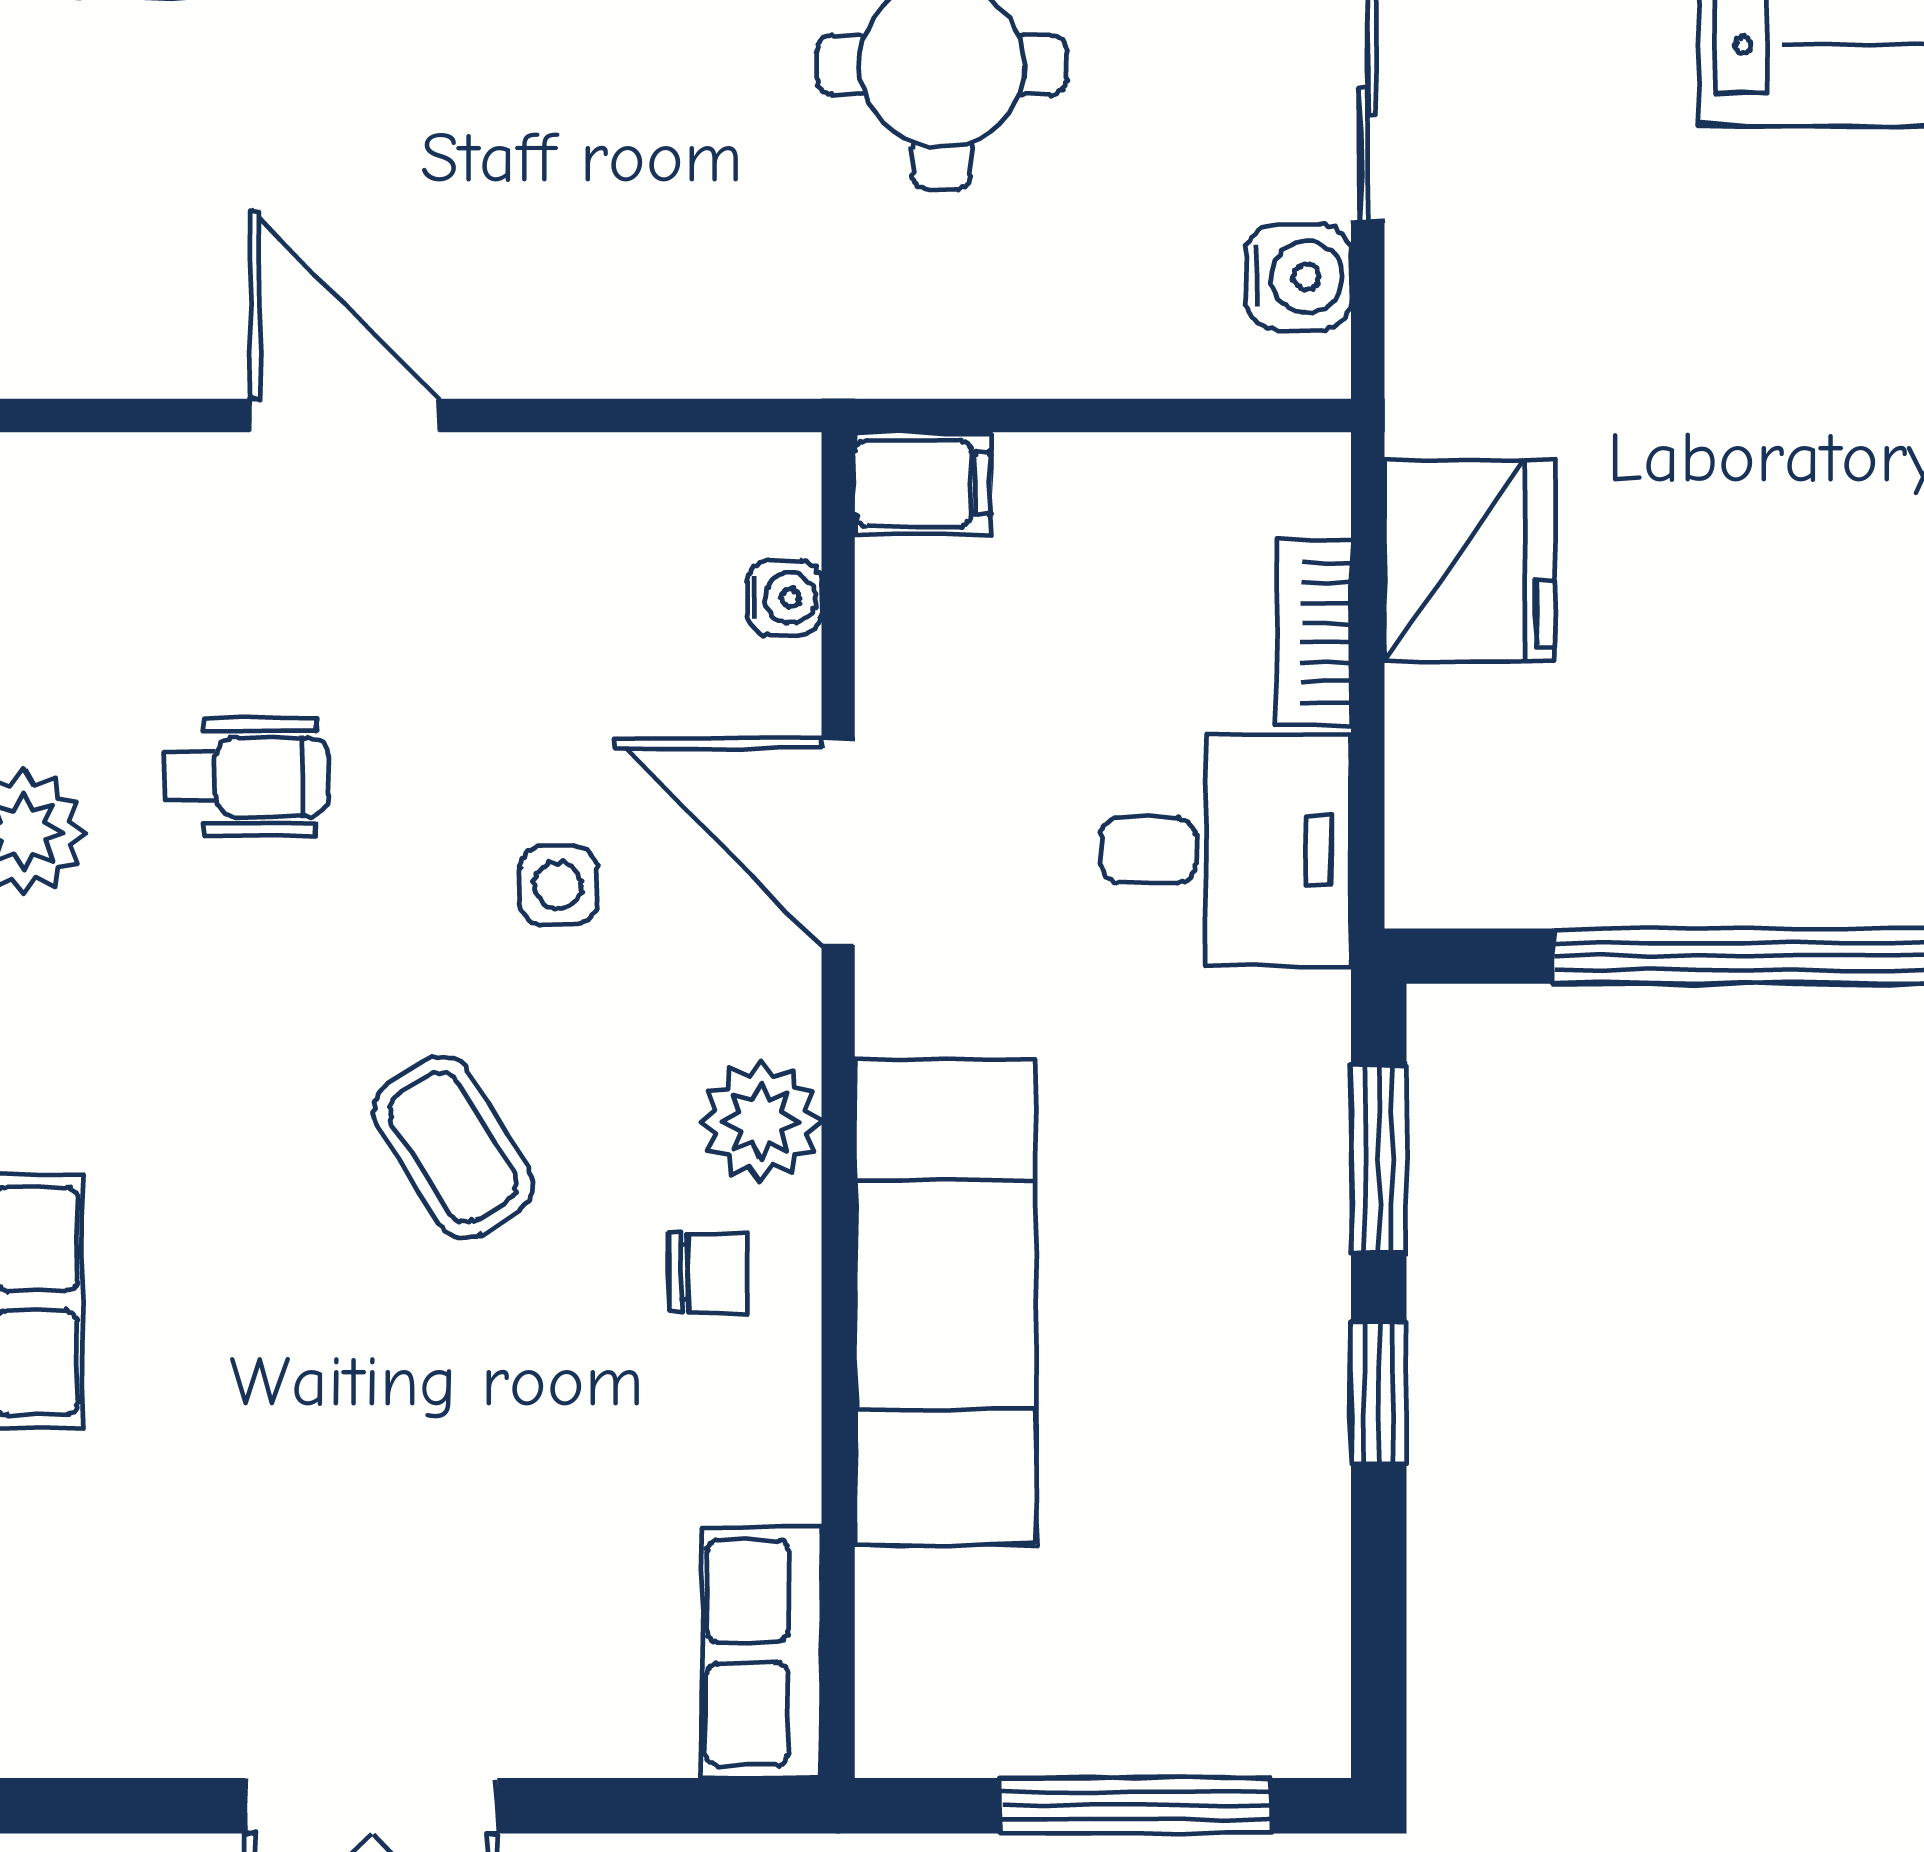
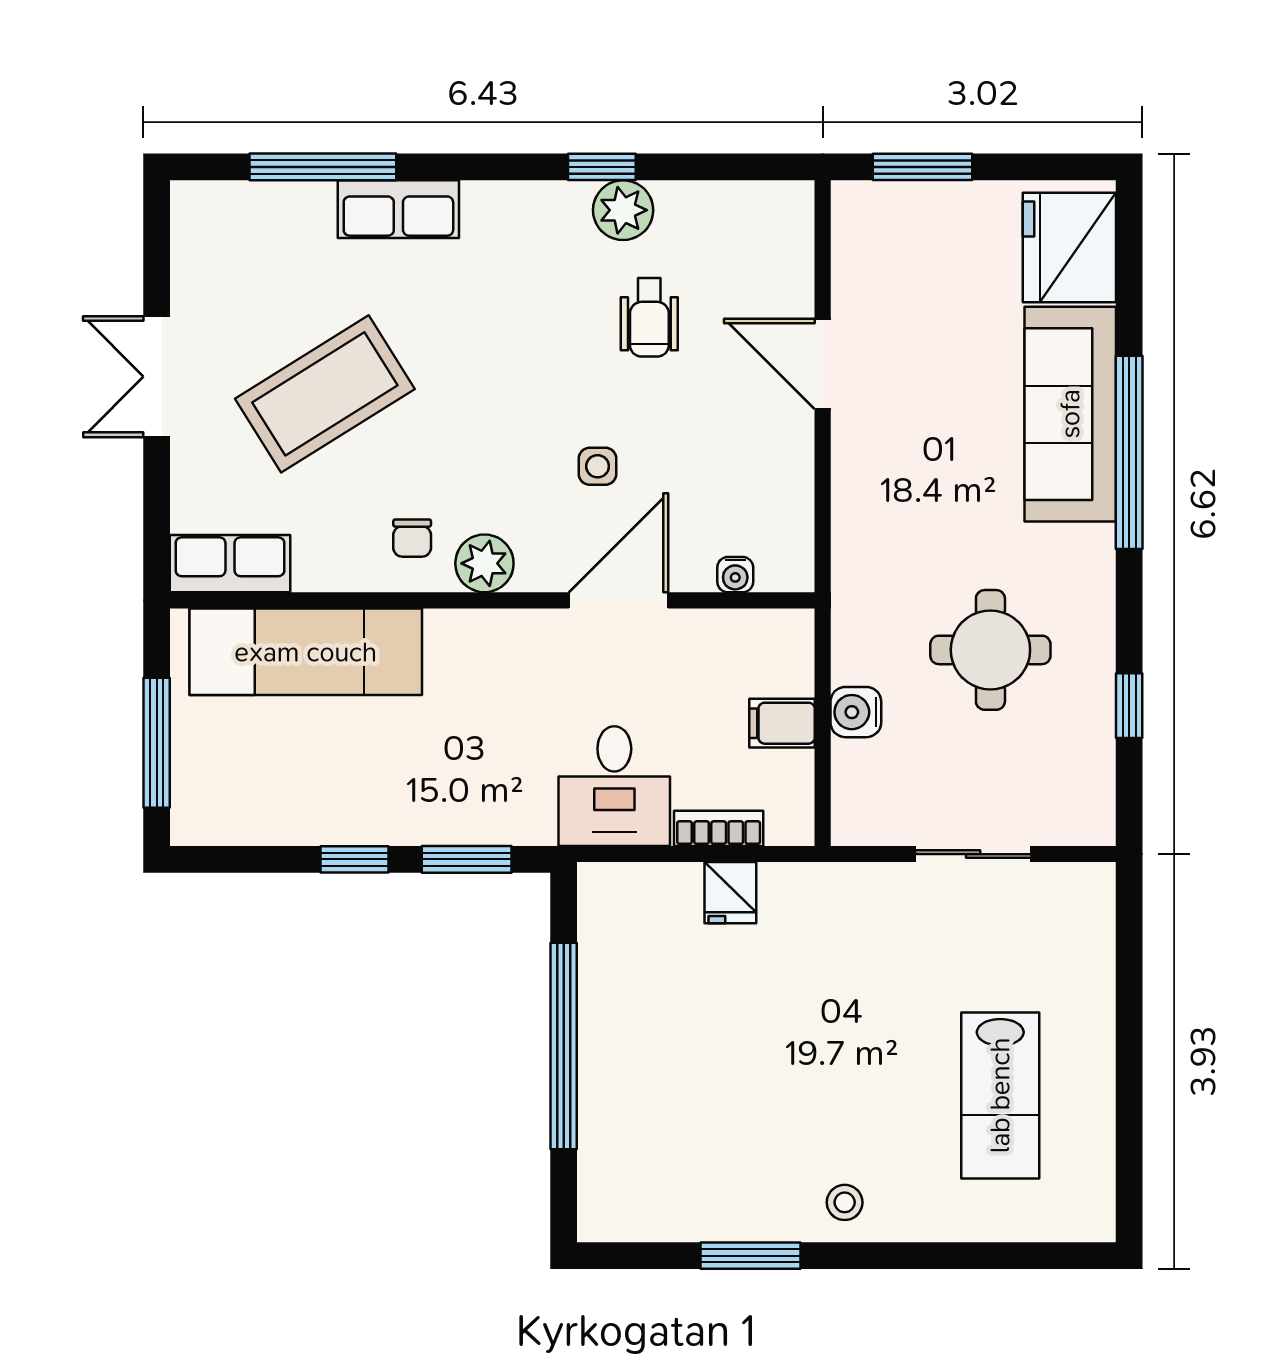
water cooler: (1298, 277) -> (856, 712), moved, turned 90
door: (344, 415) -> (823, 364), swing flipped
filing cabinet: (923, 483) -> (782, 723), moved, turned 90
fridge: (1470, 561) -> (730, 893), width x0.53, depth x0.75
coffee table: (453, 1147) -> (325, 394), moved, width x1.86, depth x1.72
exam couch: (945, 1302) -> (306, 652), moved

